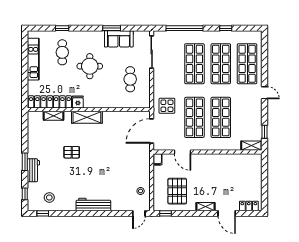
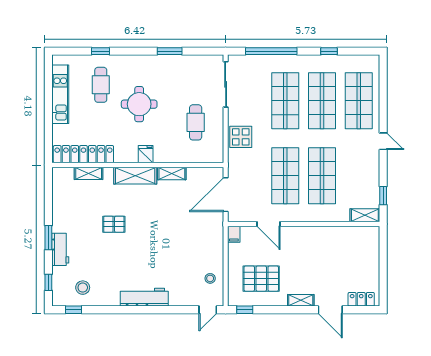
sofa: (119, 39) -> (180, 66), removed
fridge: (78, 102) -> (146, 154), moved
display table: (167, 106) -> (241, 137), moved
shelving: (113, 116) -> (172, 173), added
pallet: (177, 191) -> (261, 279), turned 90

